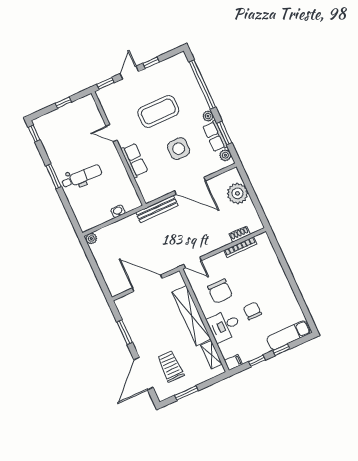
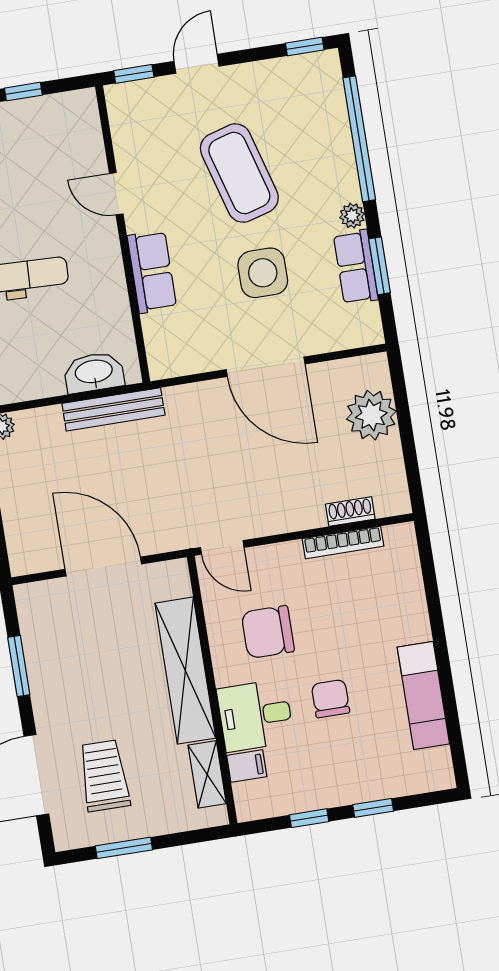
window: (151, 63) -> (305, 46), moved
coffee table: (158, 111) -> (239, 173), turned 74
plant: (225, 155) -> (367, 318), removed
bench: (157, 209) -> (113, 409), moved
washbasin: (118, 211) -> (94, 372), width x1.91, depth x1.45
chair: (220, 291) -> (268, 632), turned 90
exam couch: (288, 335) -> (423, 696), moved, turned -90
filing cabinet: (233, 362) -> (247, 766), moved

